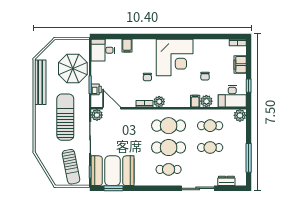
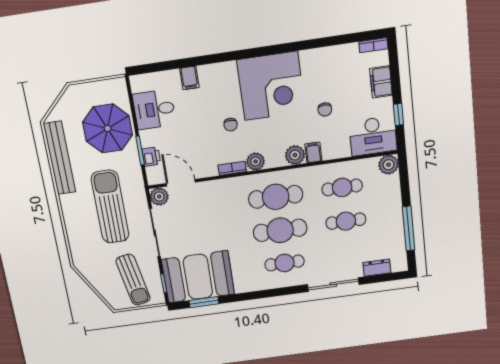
desk: (103, 50) -> (154, 109), moved
plant: (206, 101) -> (295, 155), moved

